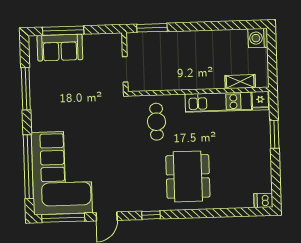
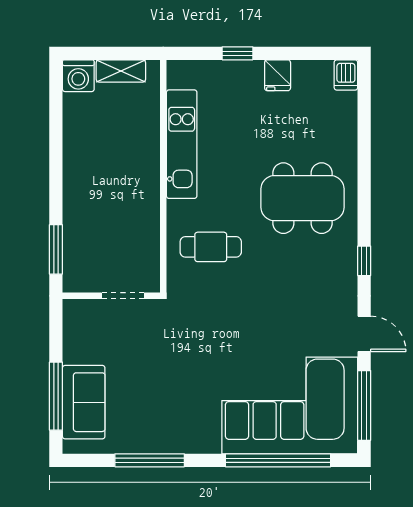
shelving: (240, 82) -> (121, 71), moved, turned 90
fridge: (260, 101) -> (278, 75), moved, turned 90
window: (274, 134) -> (238, 53), width x0.67

